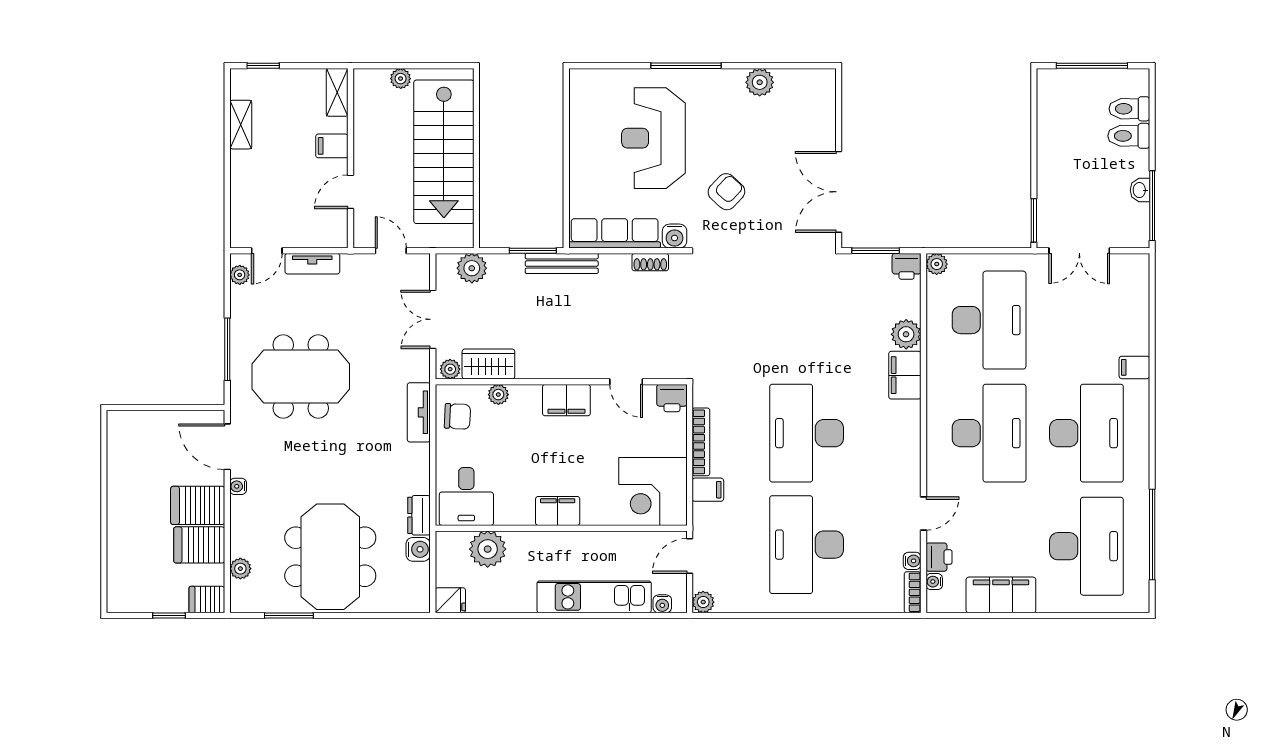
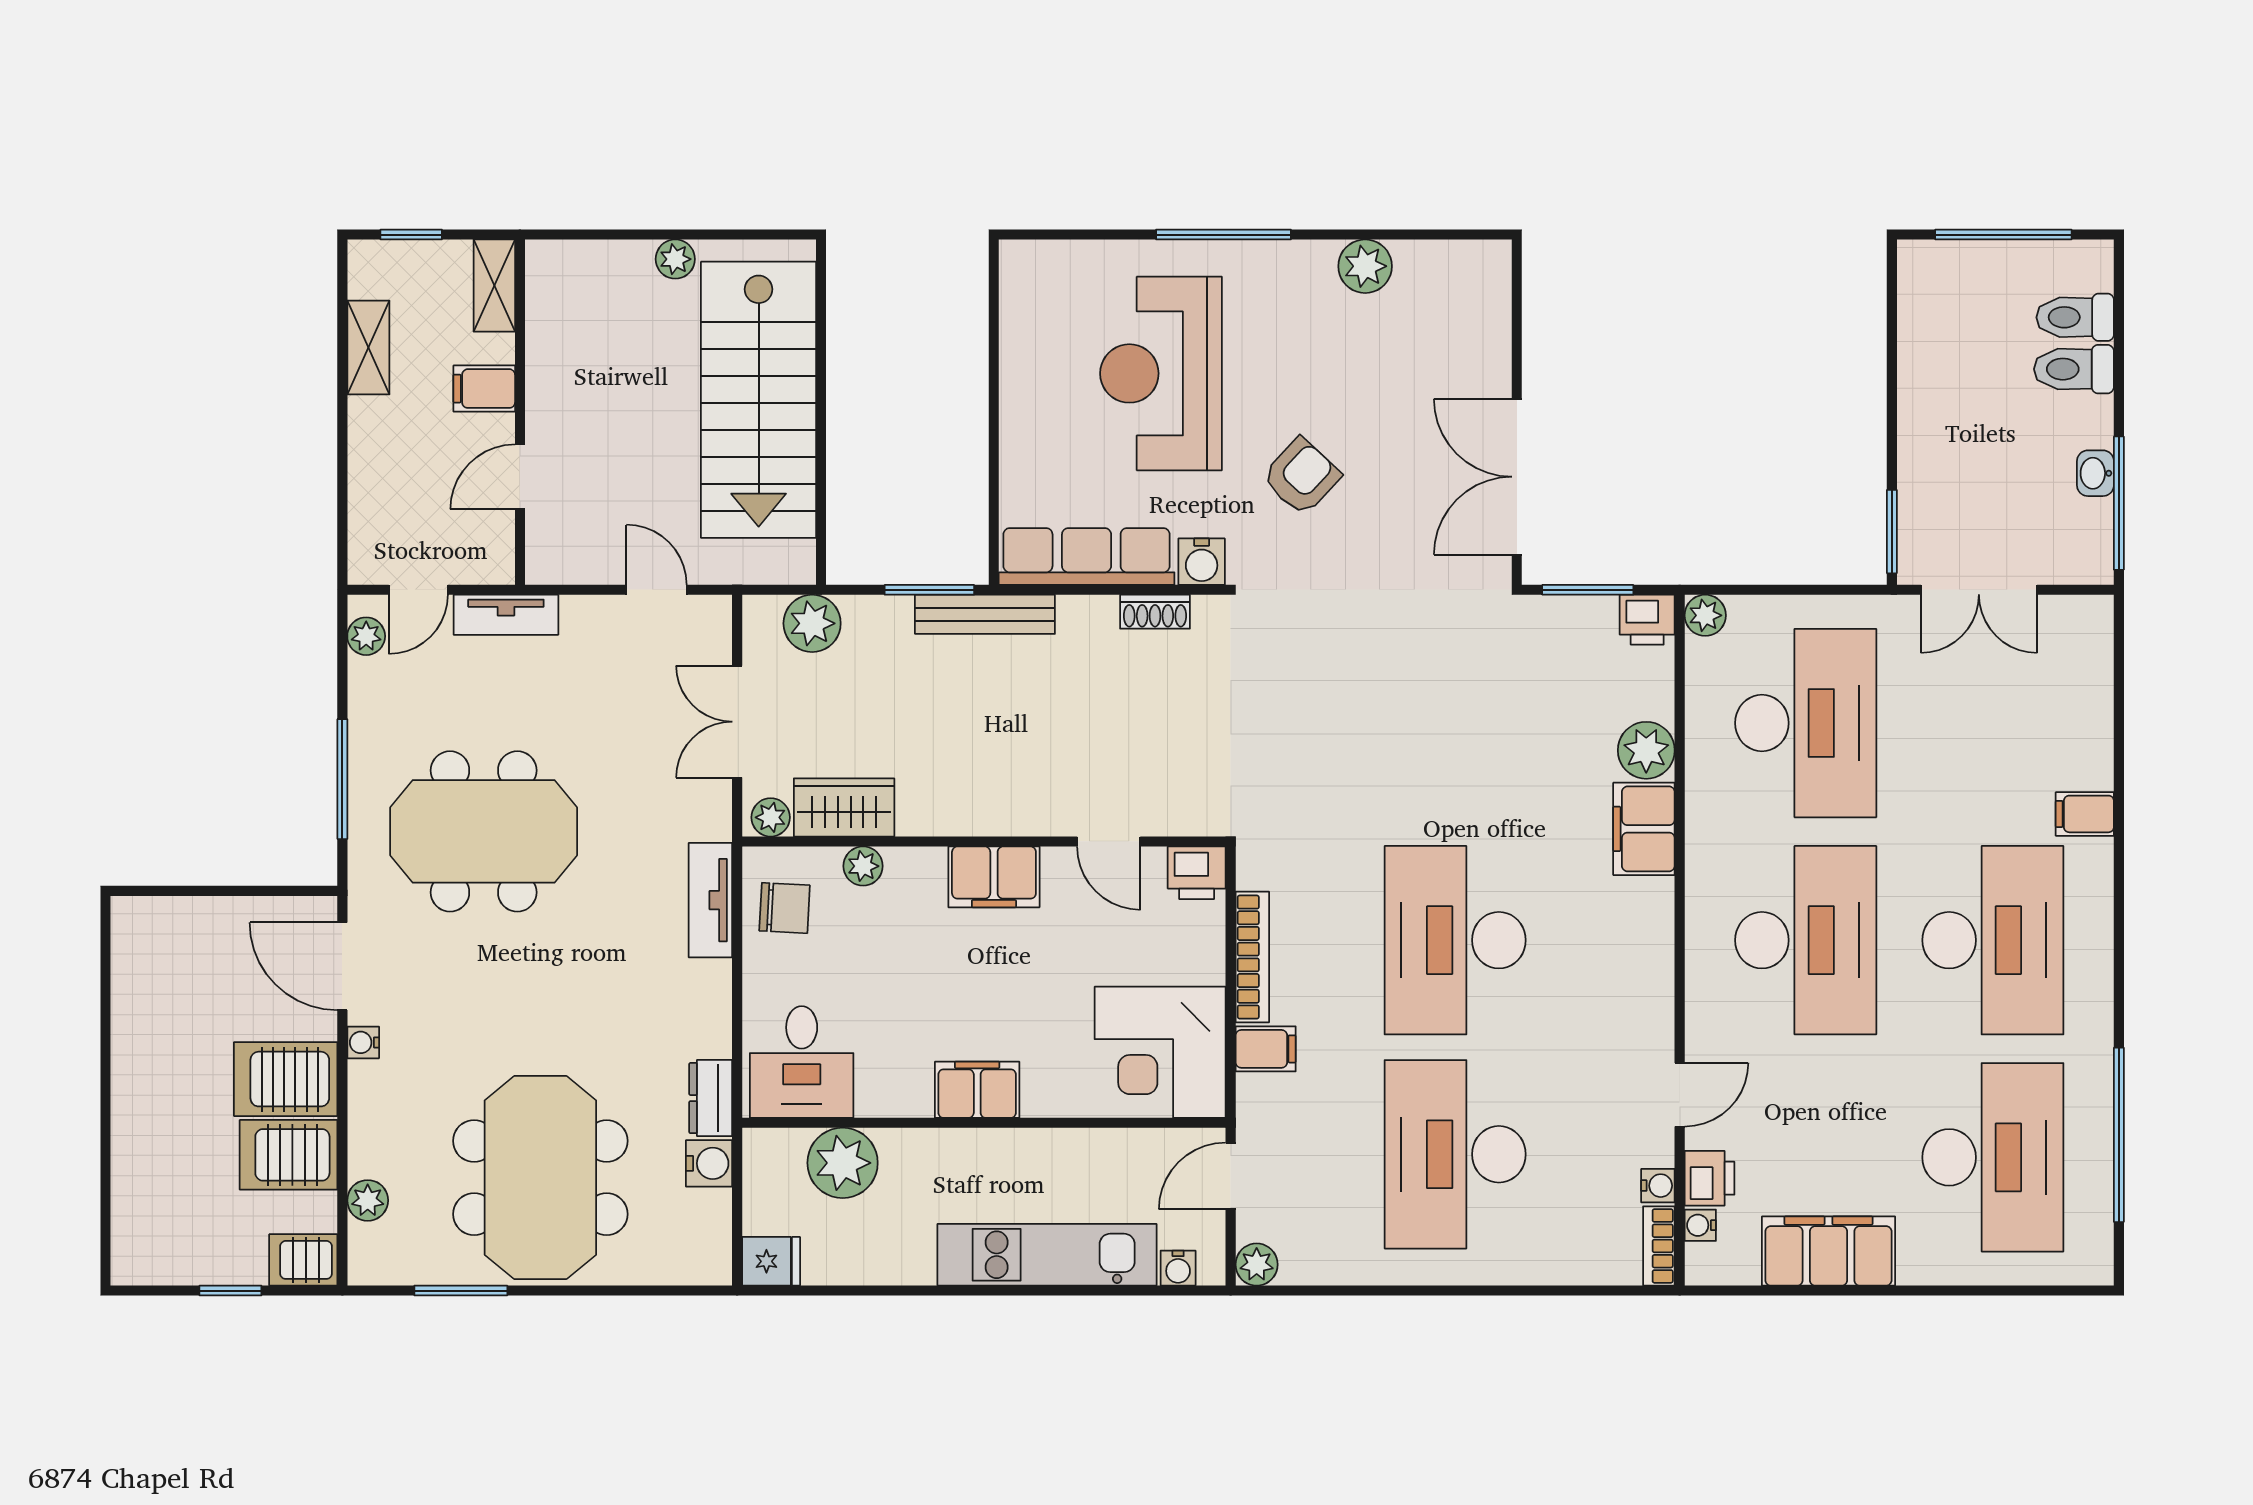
shelving: (337, 92) -> (494, 286), moved
filing cabinet: (332, 146) -> (484, 389), moved
wall: (351, 158) -> (520, 412), moved
door: (351, 192) -> (520, 477), moved

